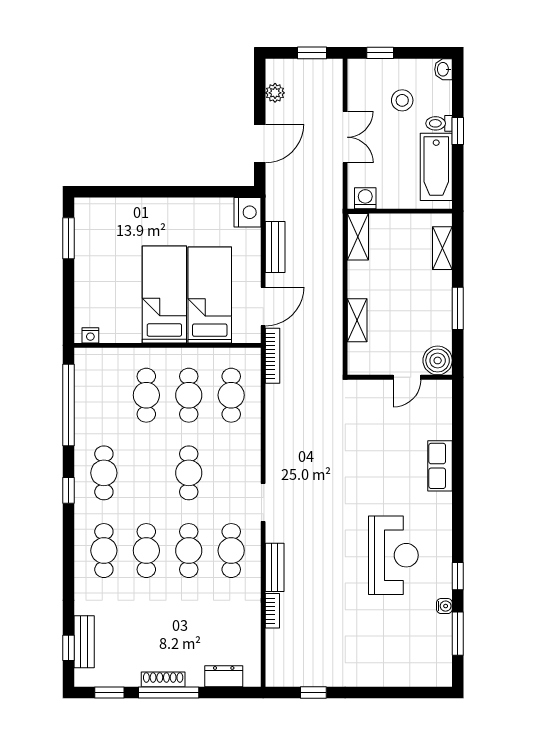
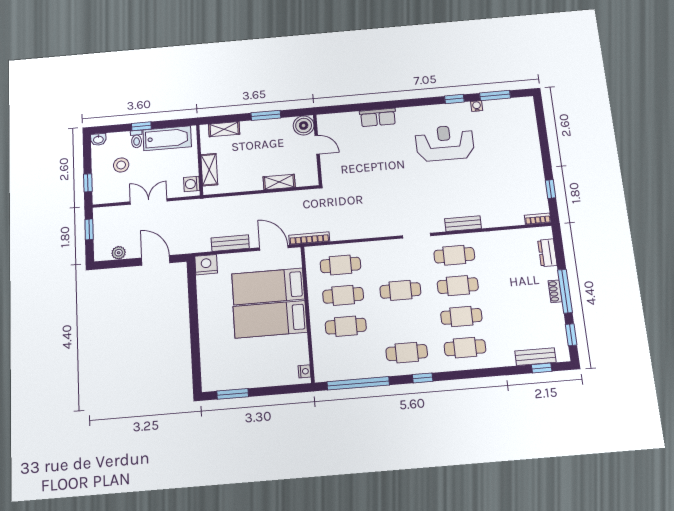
shelving: (358, 237) -> (209, 170), moved, turned 90
bookcase: (272, 611) -> (538, 219), moved
shoe rack: (163, 679) -> (555, 291), width x0.70

